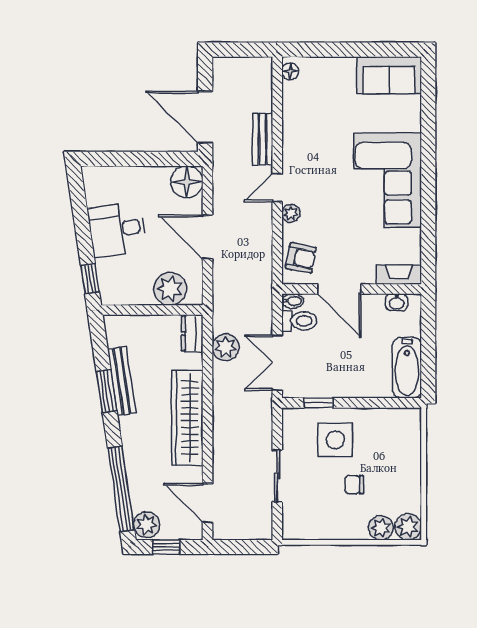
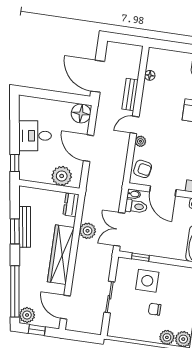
floor lamp: (290, 71) -> (150, 75), moved
plant: (226, 347) -> (88, 231), moved

